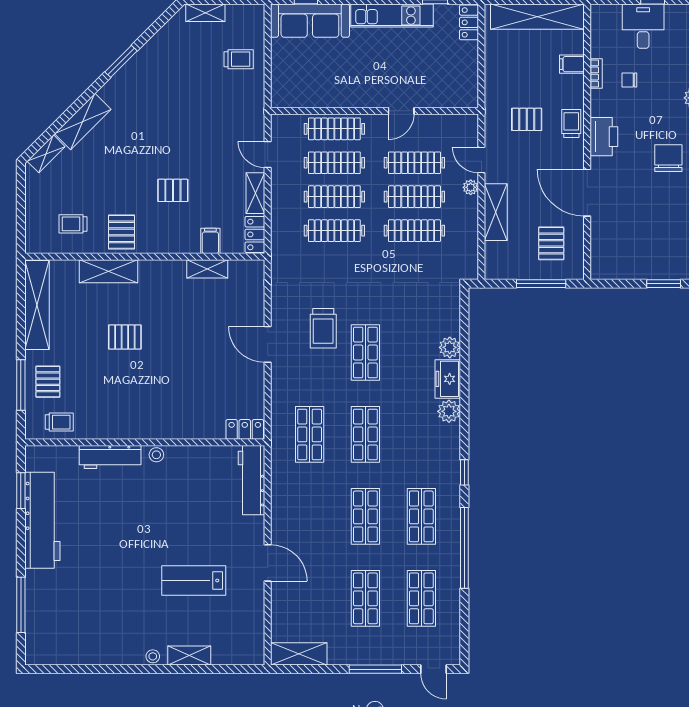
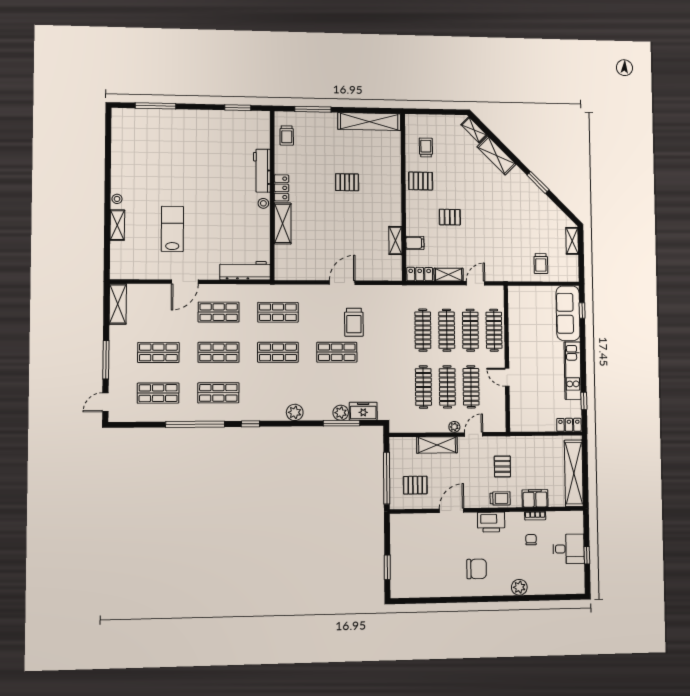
filing cabinet: (572, 64) -> (535, 498), width x2.00
pallet: (173, 190) -> (450, 217), turned 90
door: (587, 193) -> (452, 511), width x0.73
shelving: (109, 271) -> (283, 223), moved
window: (541, 284) -> (387, 478), width x1.46
trolley: (323, 328) -> (354, 322), turned -90
pallet: (125, 337) -> (347, 182), turned 90
window: (464, 346) -> (341, 423), added
freezer: (448, 379) -> (363, 411), moved
pallet: (48, 382) -> (315, 128), removed
locker: (245, 429) -> (281, 188), moved
shop shelf: (310, 516) -> (219, 312), added
workbench: (42, 520) -> (217, 122), removed

